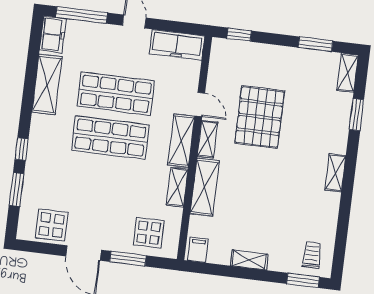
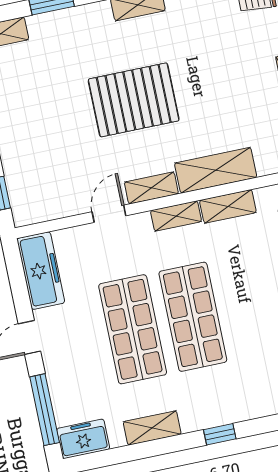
shelving: (47, 84) -> (152, 428), width x0.67, depth x0.75
pallet: (260, 117) -> (134, 100), moved
shelving: (181, 141) -> (176, 216), width x0.67, depth x0.75
window: (22, 149) -> (220, 434), moved

